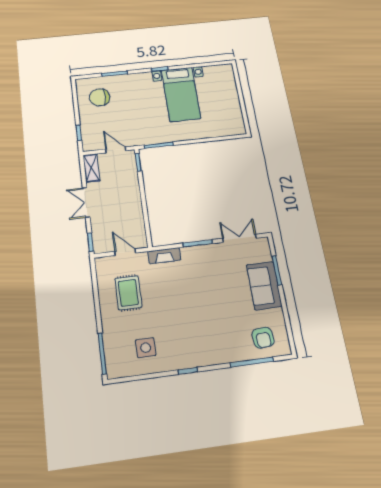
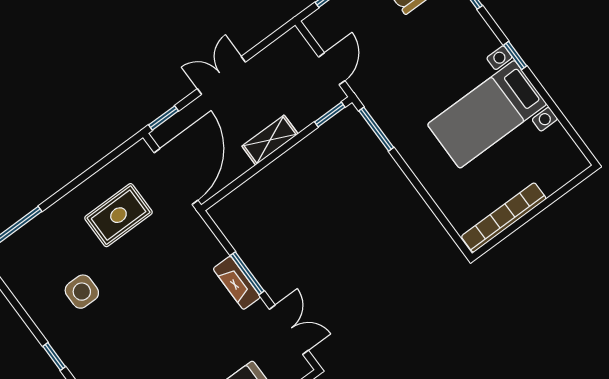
bookcase: (236, 112) -> (504, 218), added
shelving: (91, 168) -> (270, 140), moved
door: (125, 252) -> (176, 176), width x1.87
fireplace: (164, 256) -> (237, 283), moved
side table: (146, 348) -> (82, 292), moved

